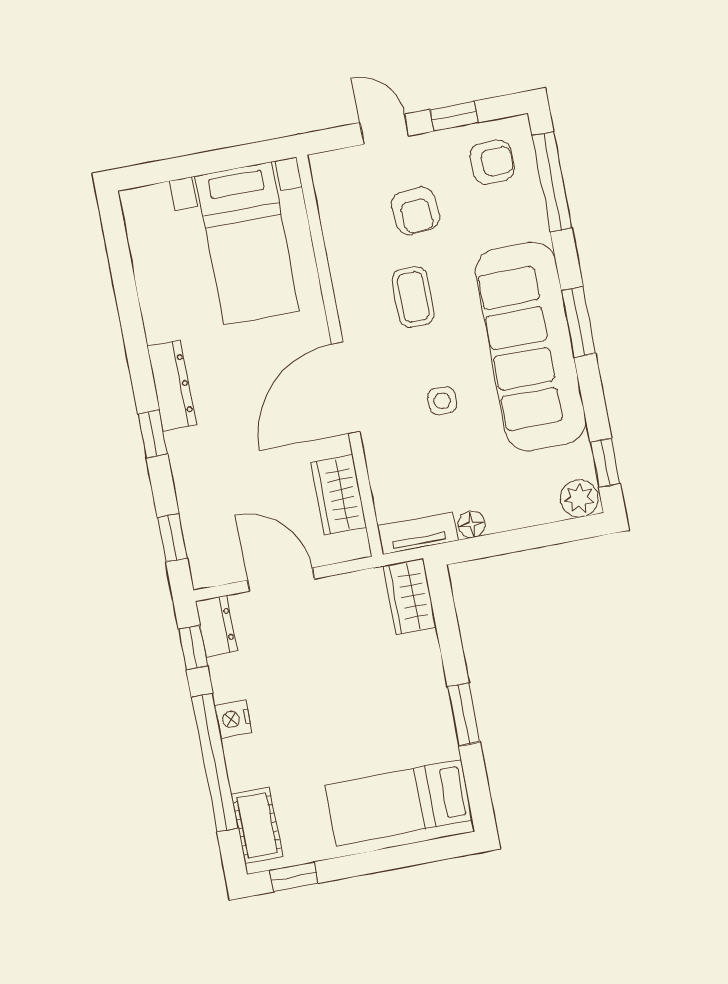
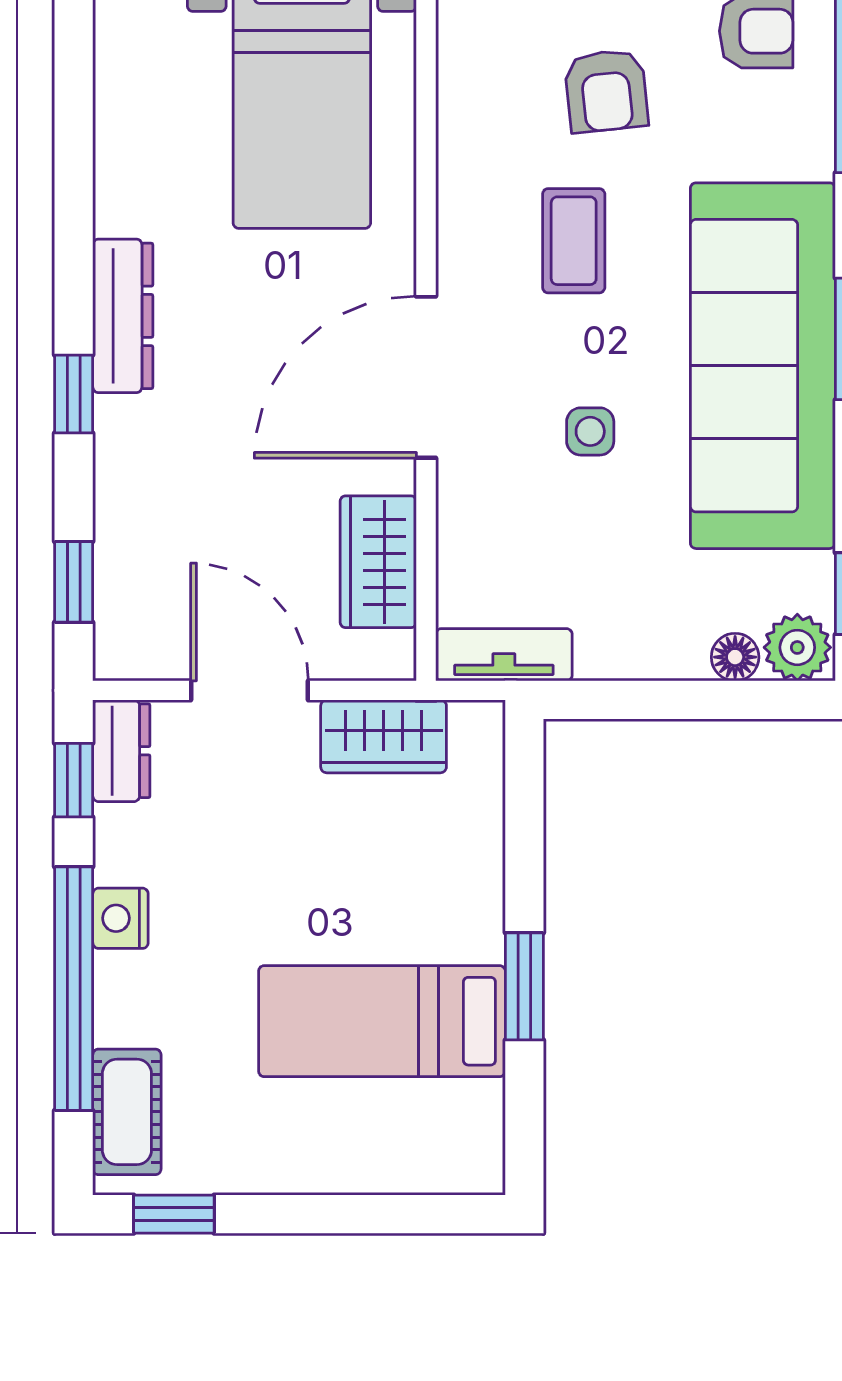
floor lamp: (472, 524) -> (735, 657), moved
wardrobe: (410, 597) -> (384, 736), moved, turned -90
bed: (399, 802) -> (382, 1021), moved

